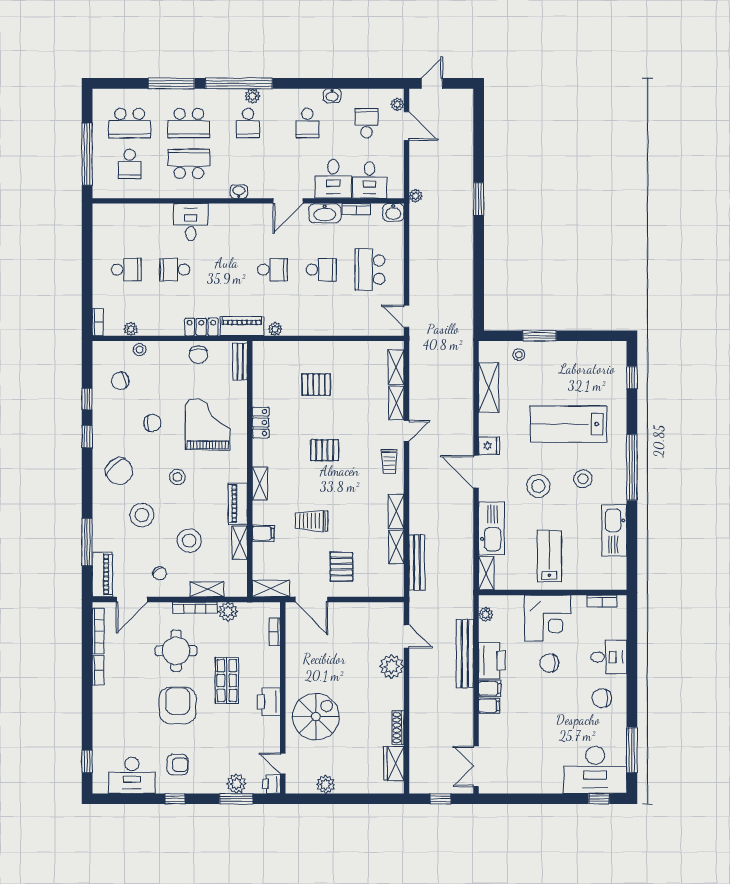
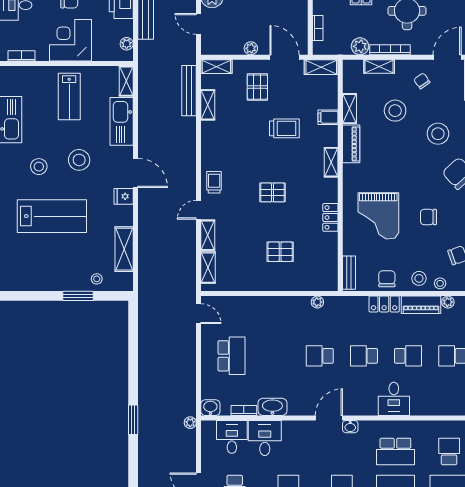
door: (288, 201) -> (329, 418), moved
school desk: (321, 270) -> (364, 356), moved
piano: (242, 326) -> (421, 305), moved
stool: (177, 477) -> (419, 278), moved
shelving: (396, 511) -> (216, 67), moved, turned 90
plant: (349, 609) -> (251, 48), added

